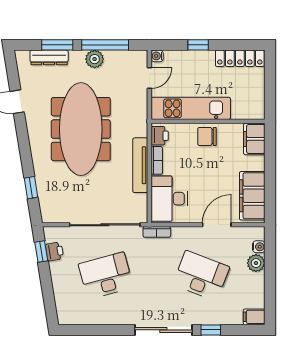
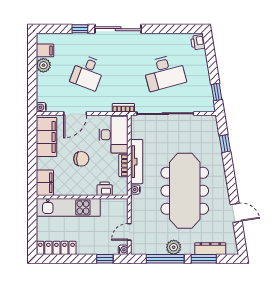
window: (198, 45) -> (105, 259), moved
kitchen unit: (191, 108) -> (68, 207), moved
water cooler: (142, 131) -> (135, 190), added
printer: (160, 136) -> (105, 189), moved, turned 90
chair: (207, 136) -> (81, 159), moved
water cooler: (259, 247) -> (41, 107), moved
printer: (54, 252) -> (198, 42), moved
plant: (256, 263) -> (43, 65), moved
desk: (201, 276) -> (88, 73), width x0.73
filing cabinet: (254, 317) -> (45, 50), moved

